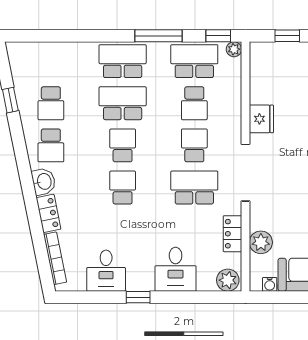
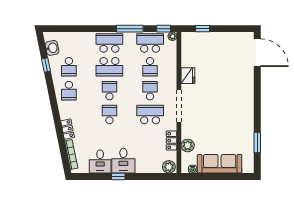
school desk: (123, 103) -> (109, 67), turned 180
washbasin: (44, 182) -> (52, 48), moved
desk: (176, 269) -> (123, 161), moved

